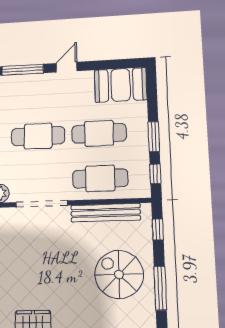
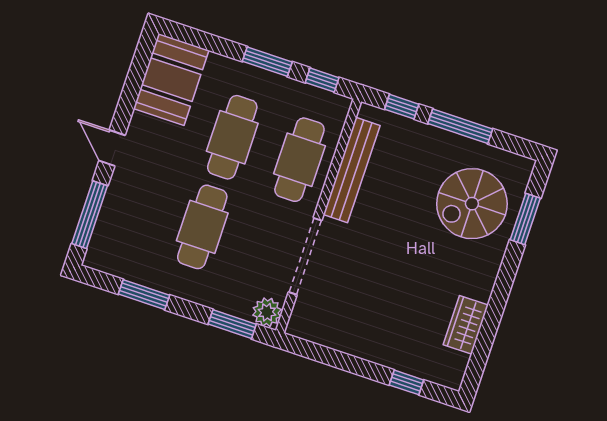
spiral stairs: (119, 274) -> (472, 204), moved
window: (160, 288) -> (460, 126), moved

